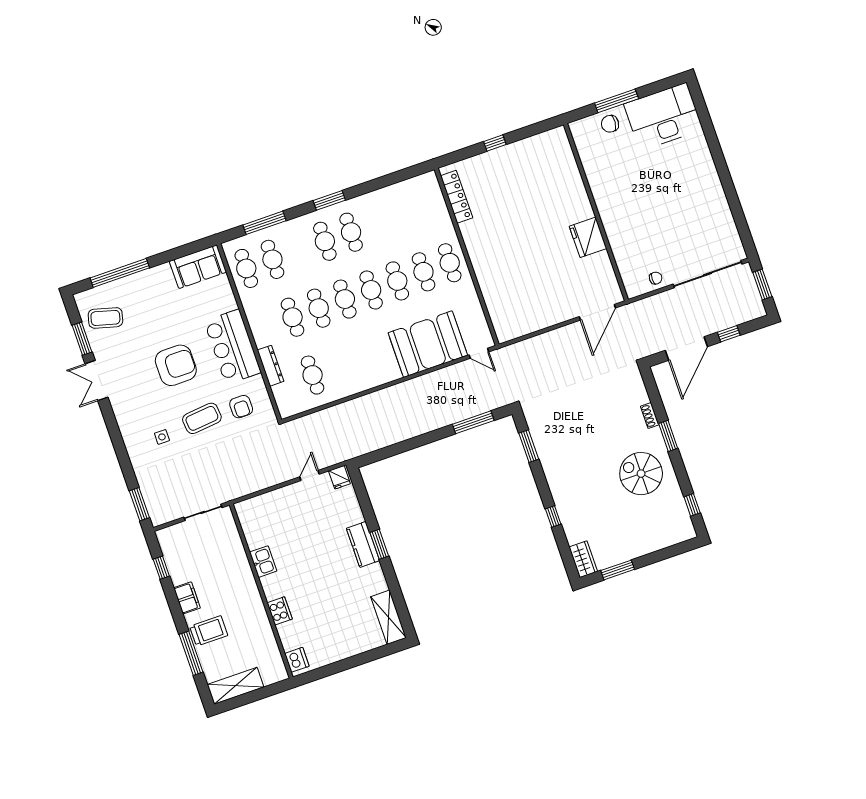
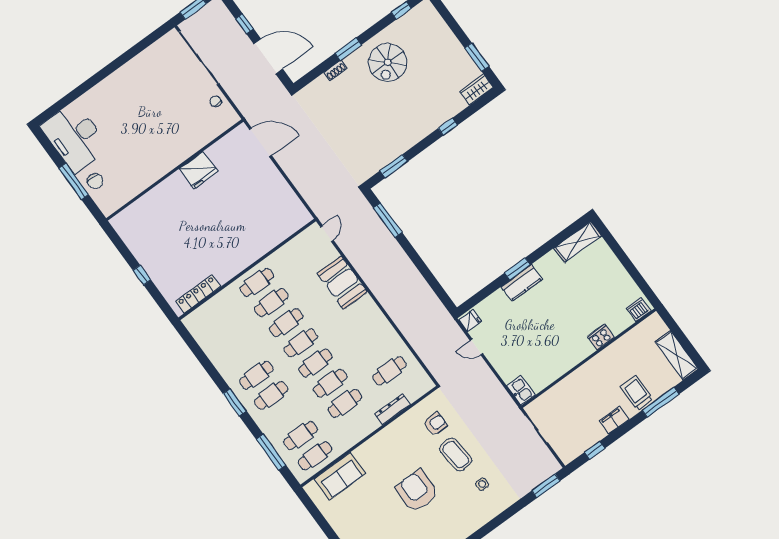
sofa: (198, 267) -> (340, 476), moved, turned 90
booth: (428, 344) -> (342, 283), width x0.73, depth x0.70
bar counter: (233, 347) -> (386, 447), removed
kitchen sink: (263, 562) -> (521, 390), moved, turned 90

